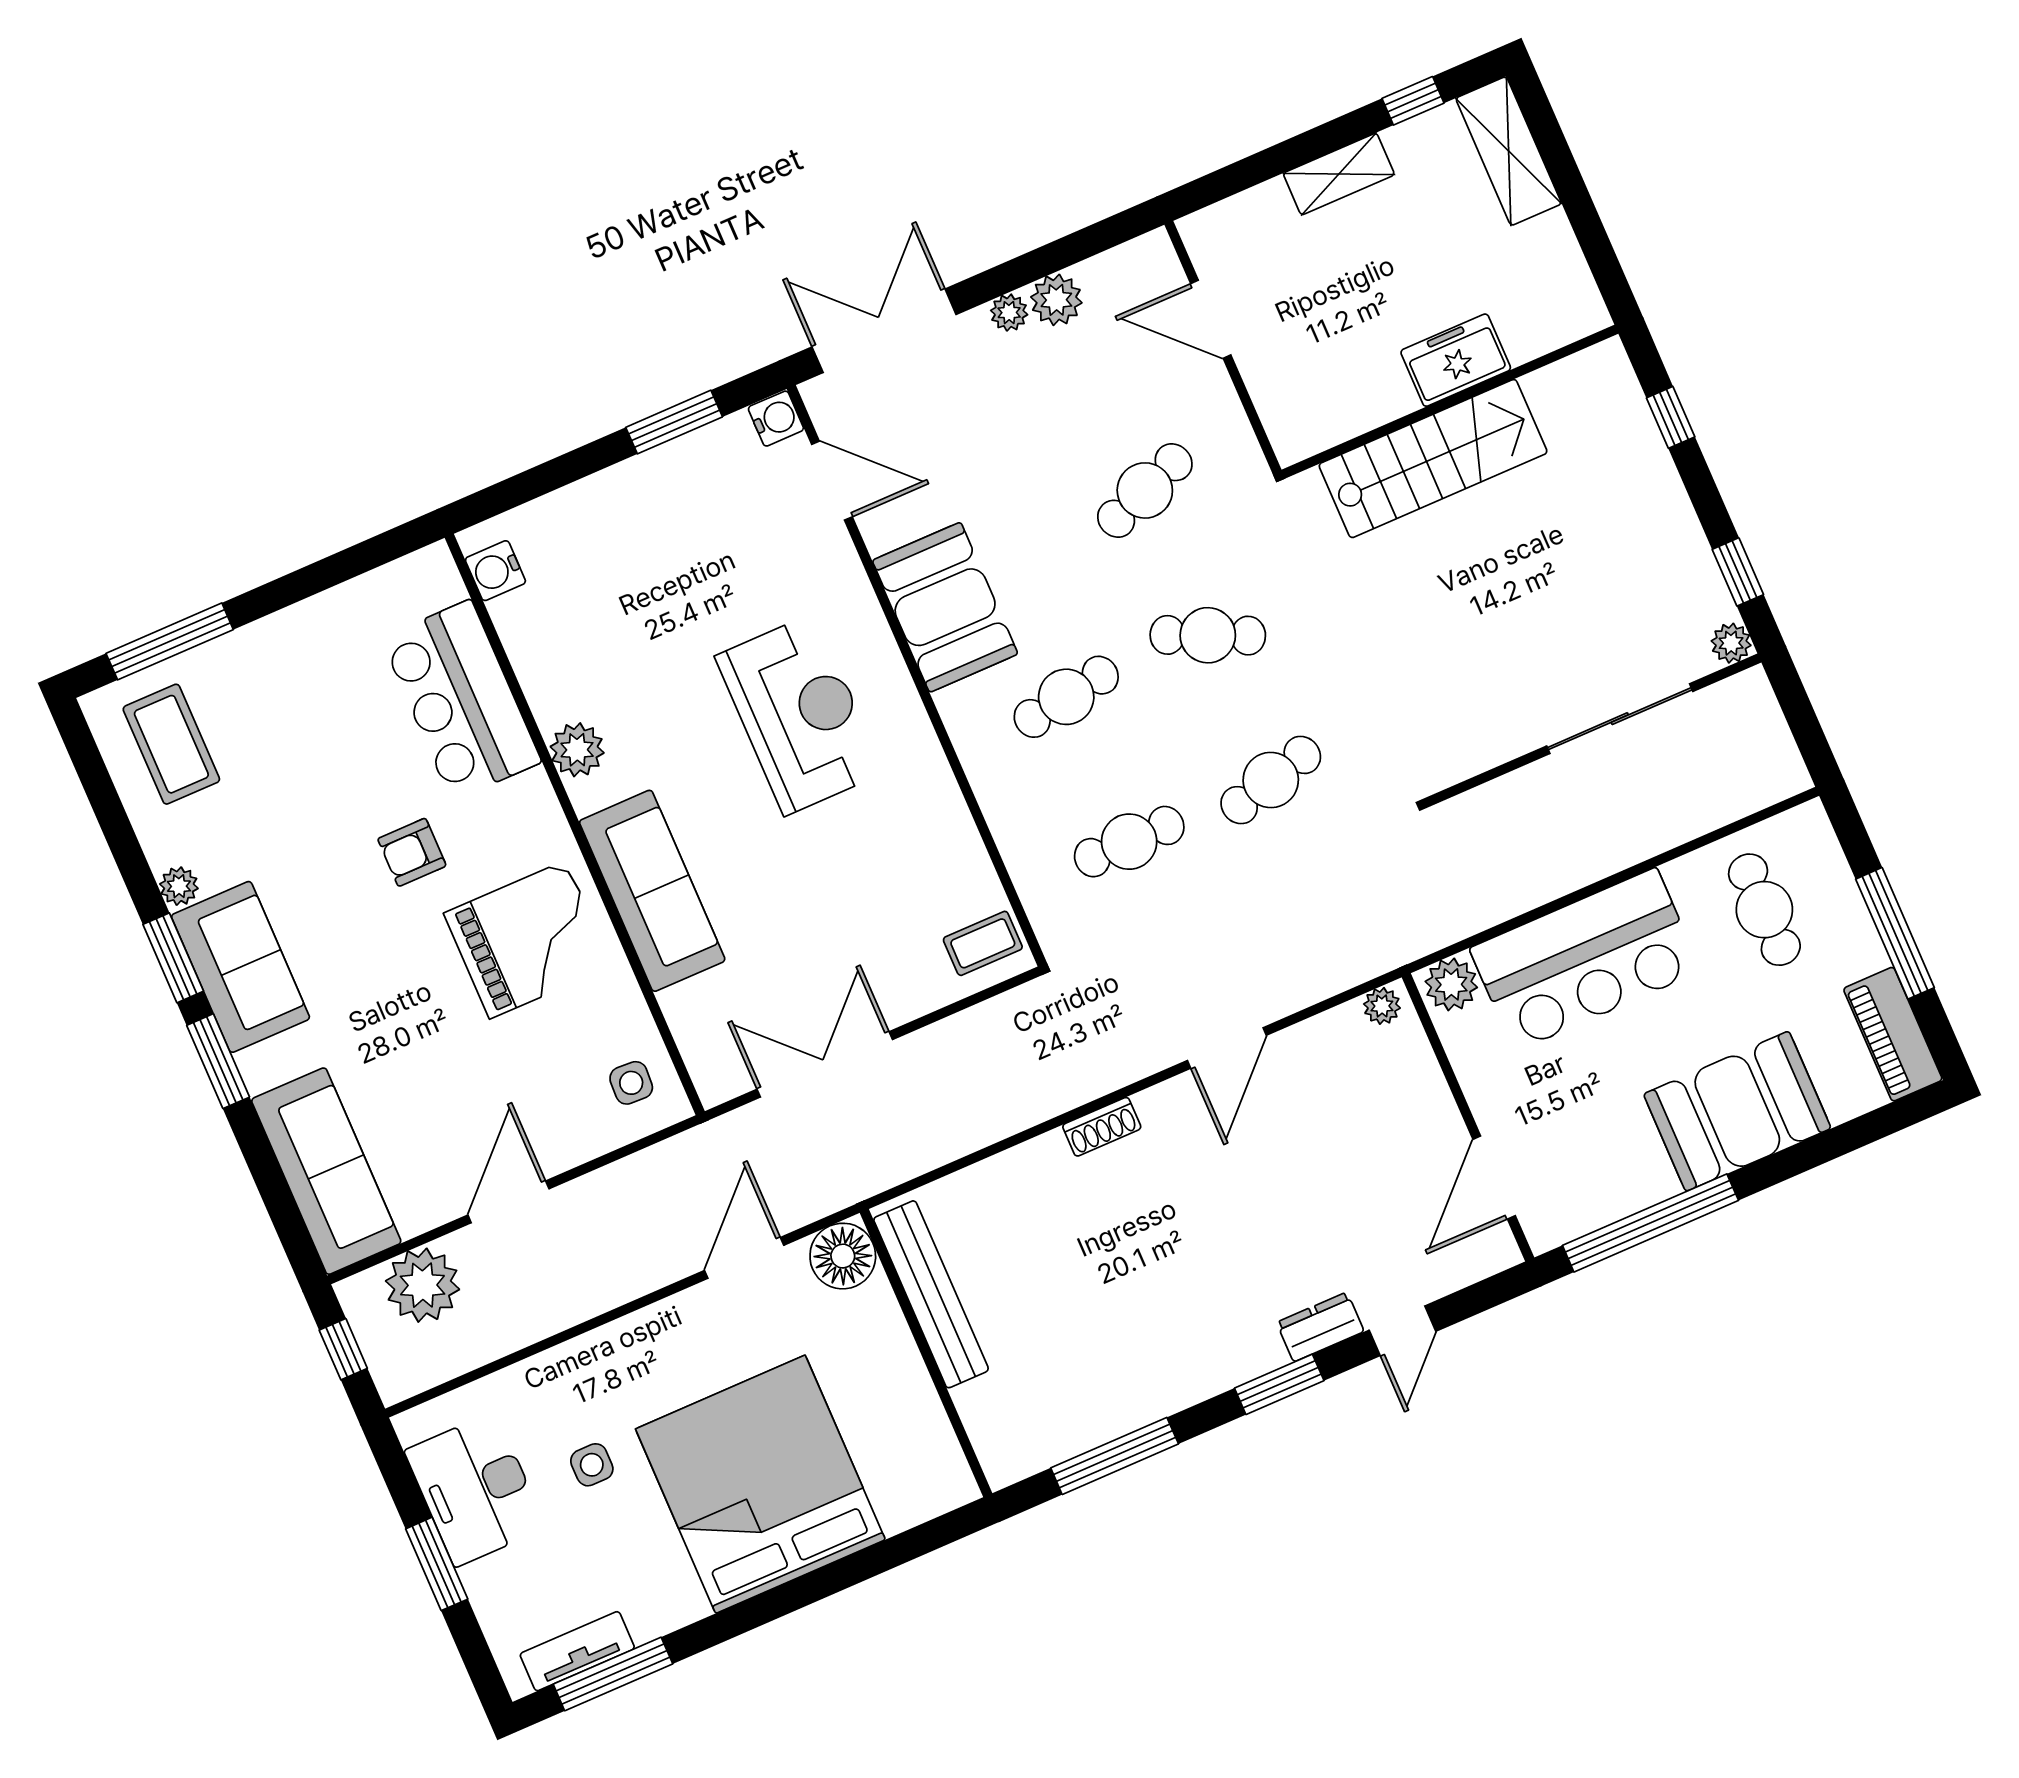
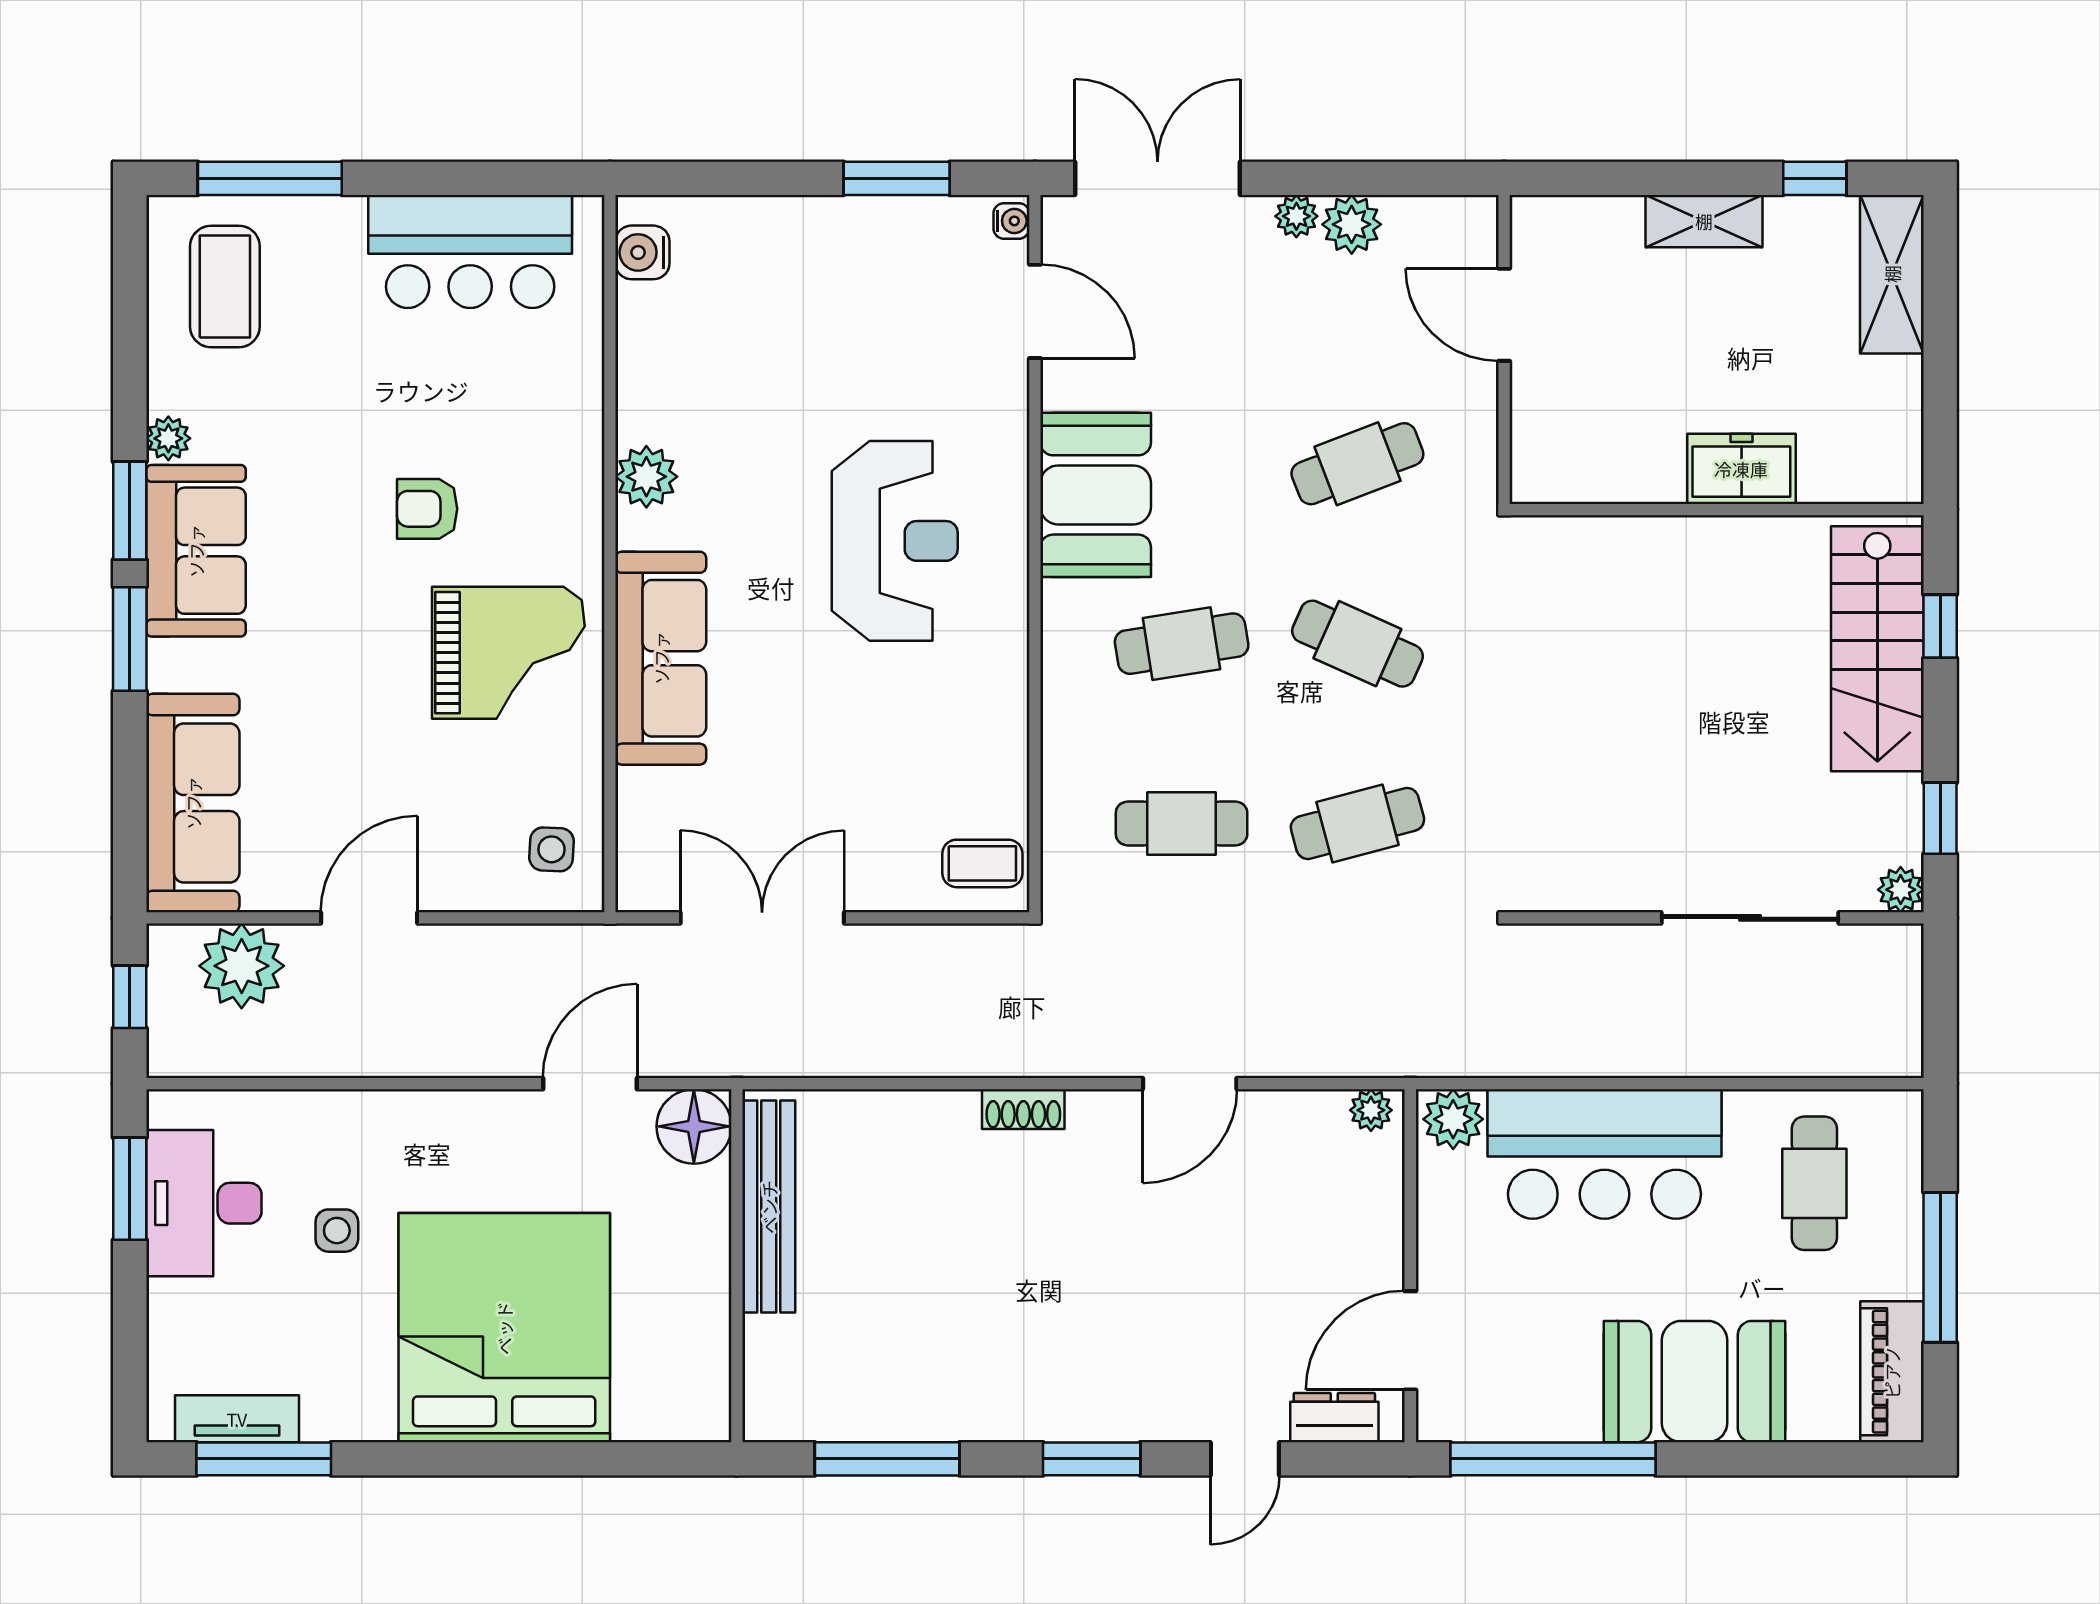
water cooler: (776, 419) -> (1011, 221), width x0.72, depth x0.72
stairs: (1433, 459) -> (1877, 649), moved, turned 90
bar counter: (461, 700) -> (470, 251), moved, turned -90
dresser: (1320, 1327) -> (1334, 1418), moved
window: (437, 1564) -> (130, 1189), moved

